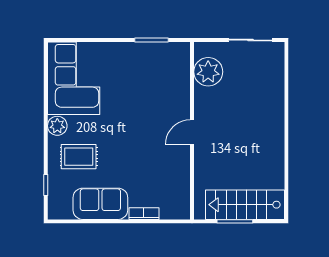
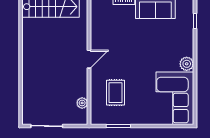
plant: (208, 72) -> (82, 103), width x0.53, depth x0.53
rug: (79, 157) -> (116, 93), moved, turned 90

